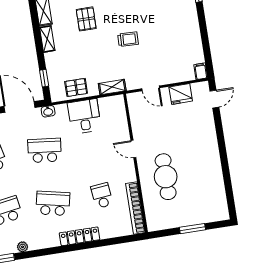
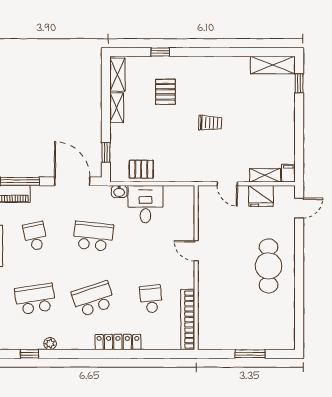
shelving: (112, 87) -> (265, 175), moved
washbasin: (48, 111) -> (119, 192), moved
cafe table: (166, 177) -> (269, 266), moved
school desk: (53, 203) -> (93, 299), turned -30

